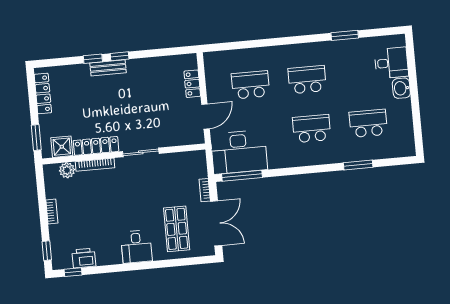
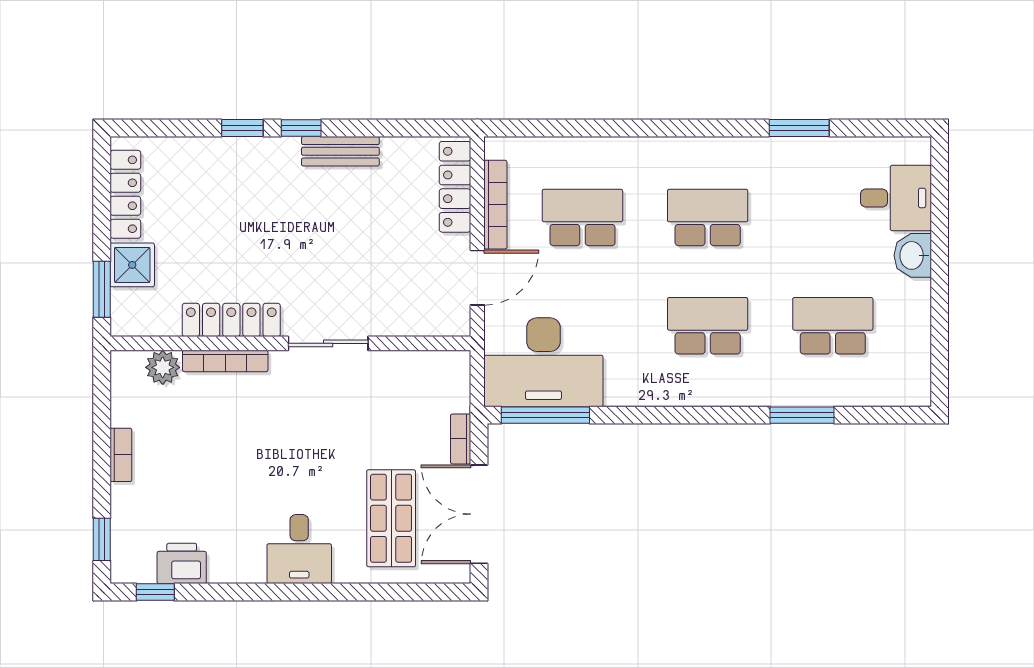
bench: (108, 68) -> (340, 151), moved
bookcase: (211, 83) -> (495, 205), added
locker: (192, 84) -> (455, 187), width x1.53
shower: (62, 147) -> (132, 265), moved
double door: (216, 223) -> (479, 514), swing flipped

